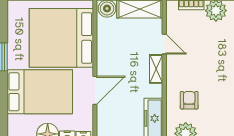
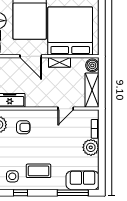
shelving: (156, 69) -> (59, 62), moved

